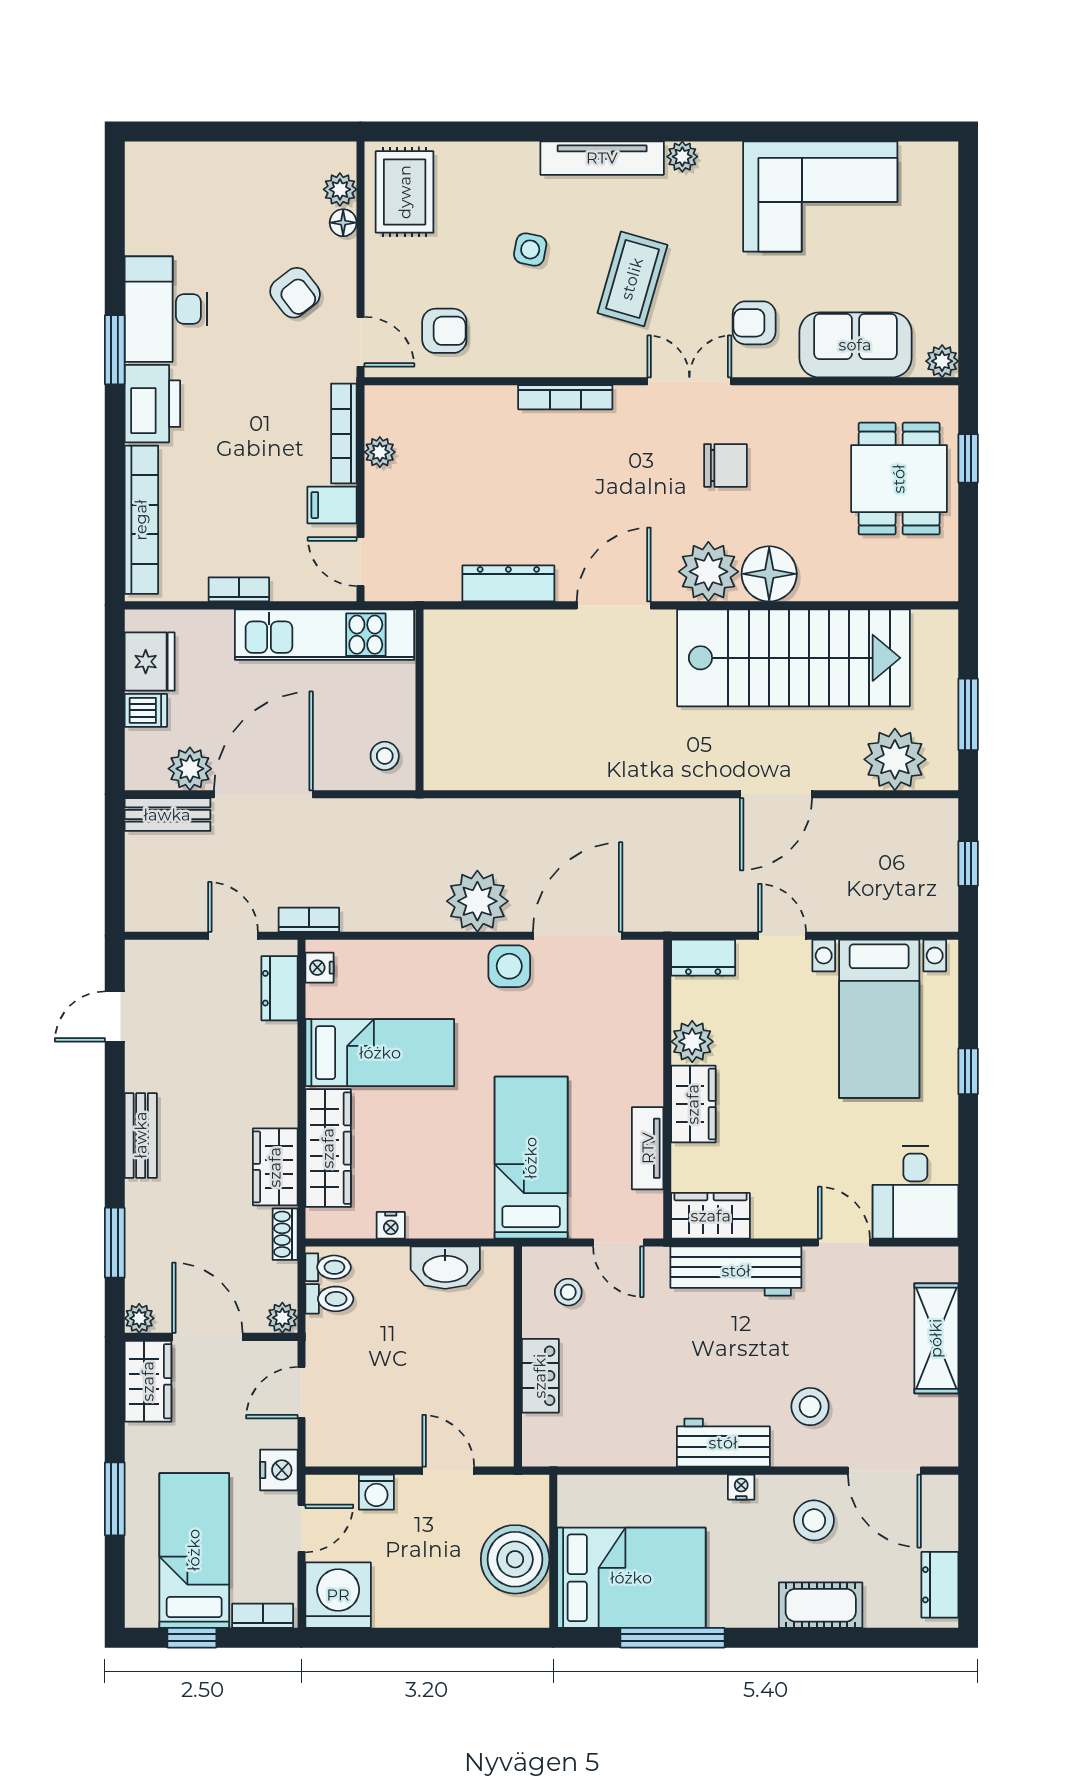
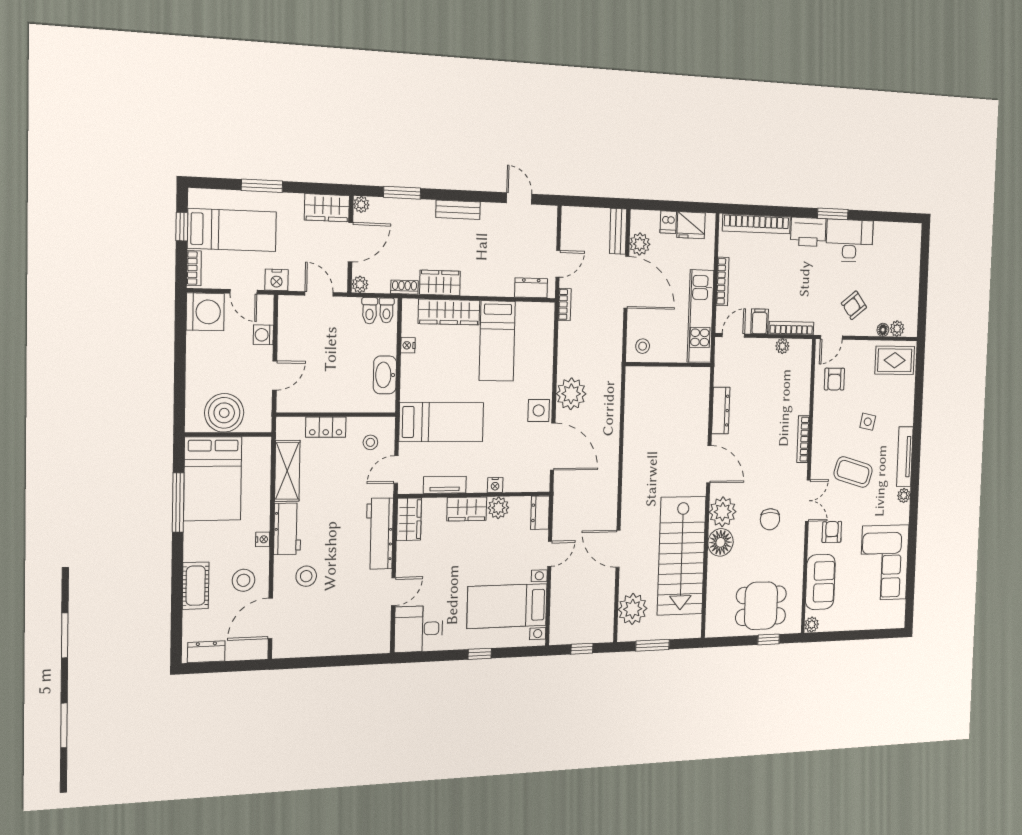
bookcase: (239, 589) -> (723, 281), width x1.56
nightstand: (320, 968) -> (495, 485), moved, turned 180
shelving: (936, 1338) -> (287, 471), moved, turned 90

